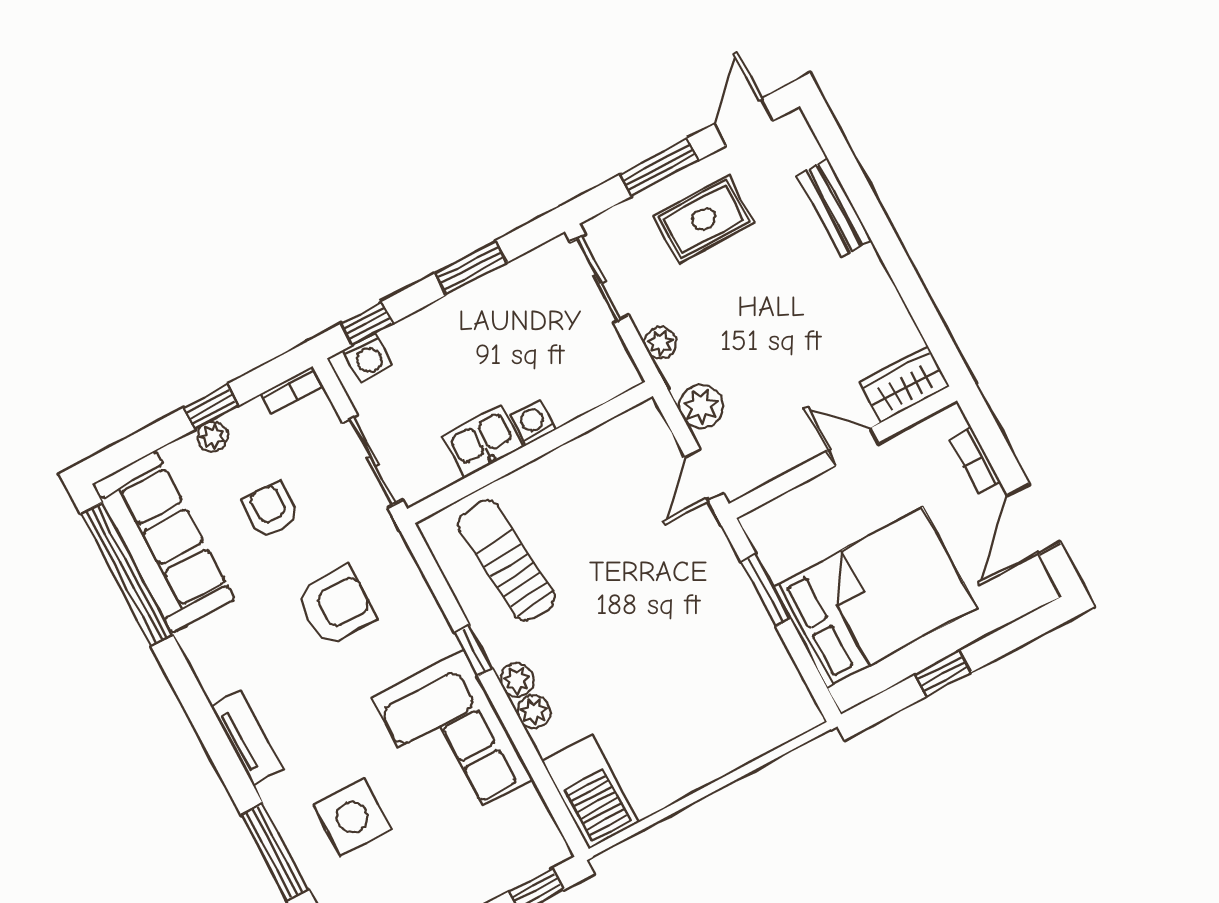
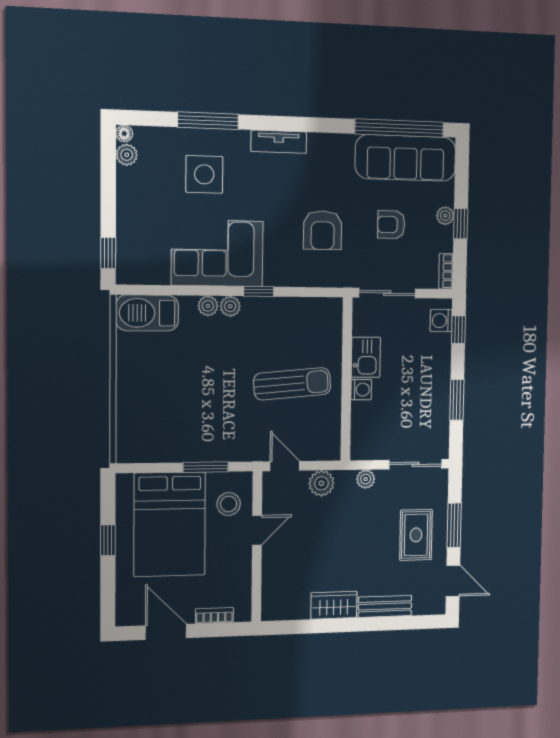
wardrobe: (904, 385) -> (334, 605), moved, turned -90
door: (853, 447) -> (257, 530), moved
armchair: (271, 510) -> (391, 225), turned 180
stool: (802, 528) -> (229, 504), added
sun lounger: (506, 561) -> (292, 384), moved

